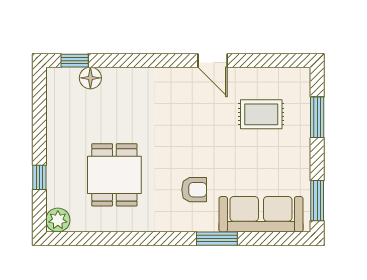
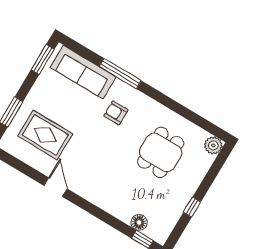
rug: (261, 114) -> (45, 135), width x1.36, depth x1.43
window: (39, 177) -> (192, 207), moved
window: (217, 239) -> (120, 73), width x1.44

